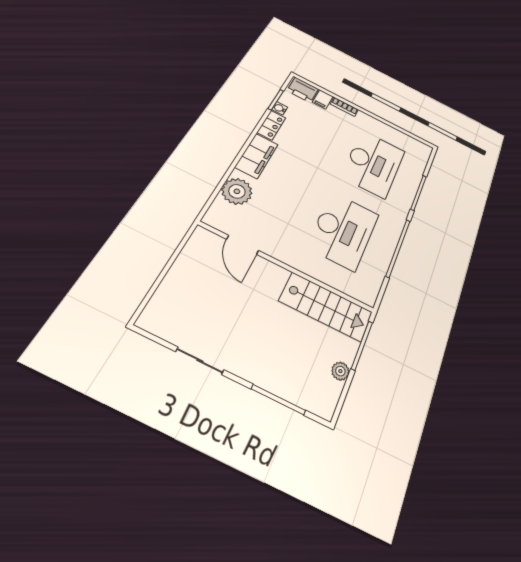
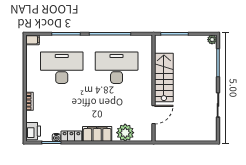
filing cabinet: (323, 99) -> (33, 40), moved
stairs: (326, 307) -> (164, 78), moved
plant: (340, 371) -> (212, 40), moved

